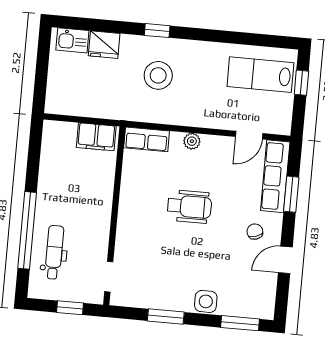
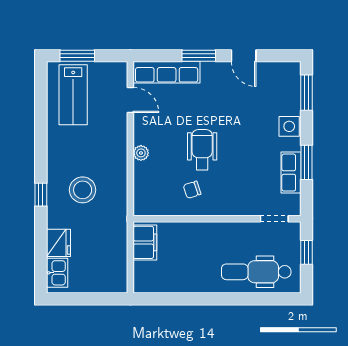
window: (301, 83) -> (77, 56), width x1.50
row of seats: (147, 139) -> (291, 173), moved, turned 180
window: (291, 194) -> (199, 56), moved
window: (27, 230) -> (238, 299), removed
chair: (255, 231) -> (192, 190), moved
dental chair: (54, 252) -> (256, 272), width x1.36, depth x1.38

